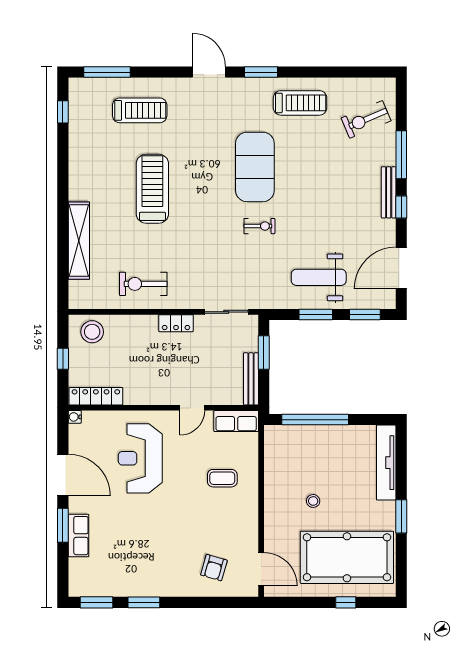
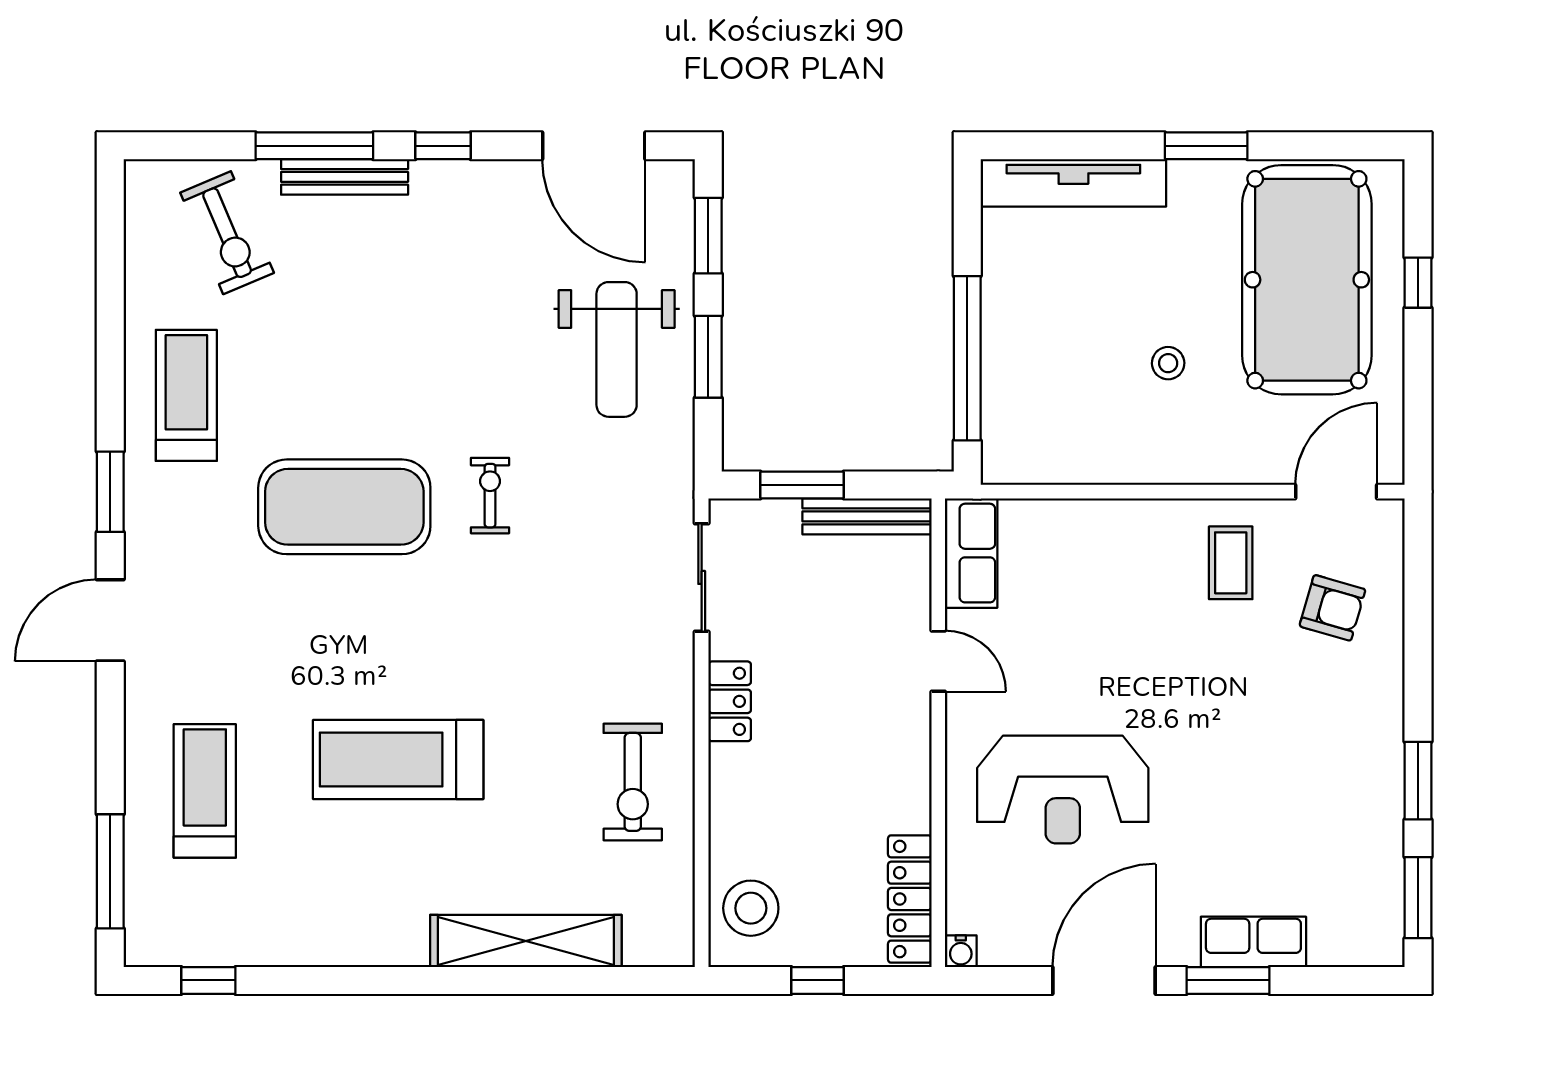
bench: (389, 192) -> (345, 177), moved
coffee table: (222, 478) -> (1231, 563), moved

